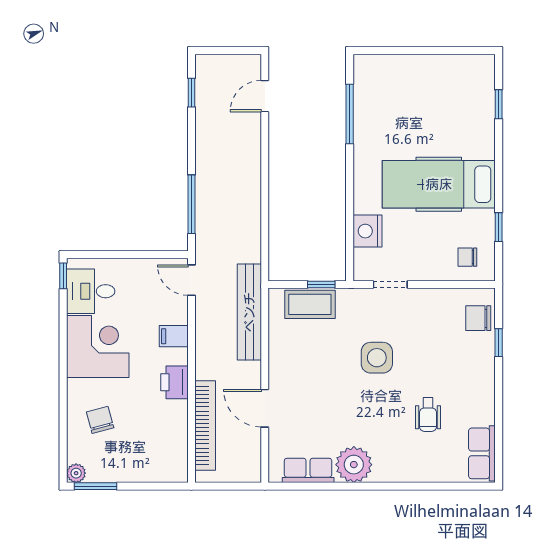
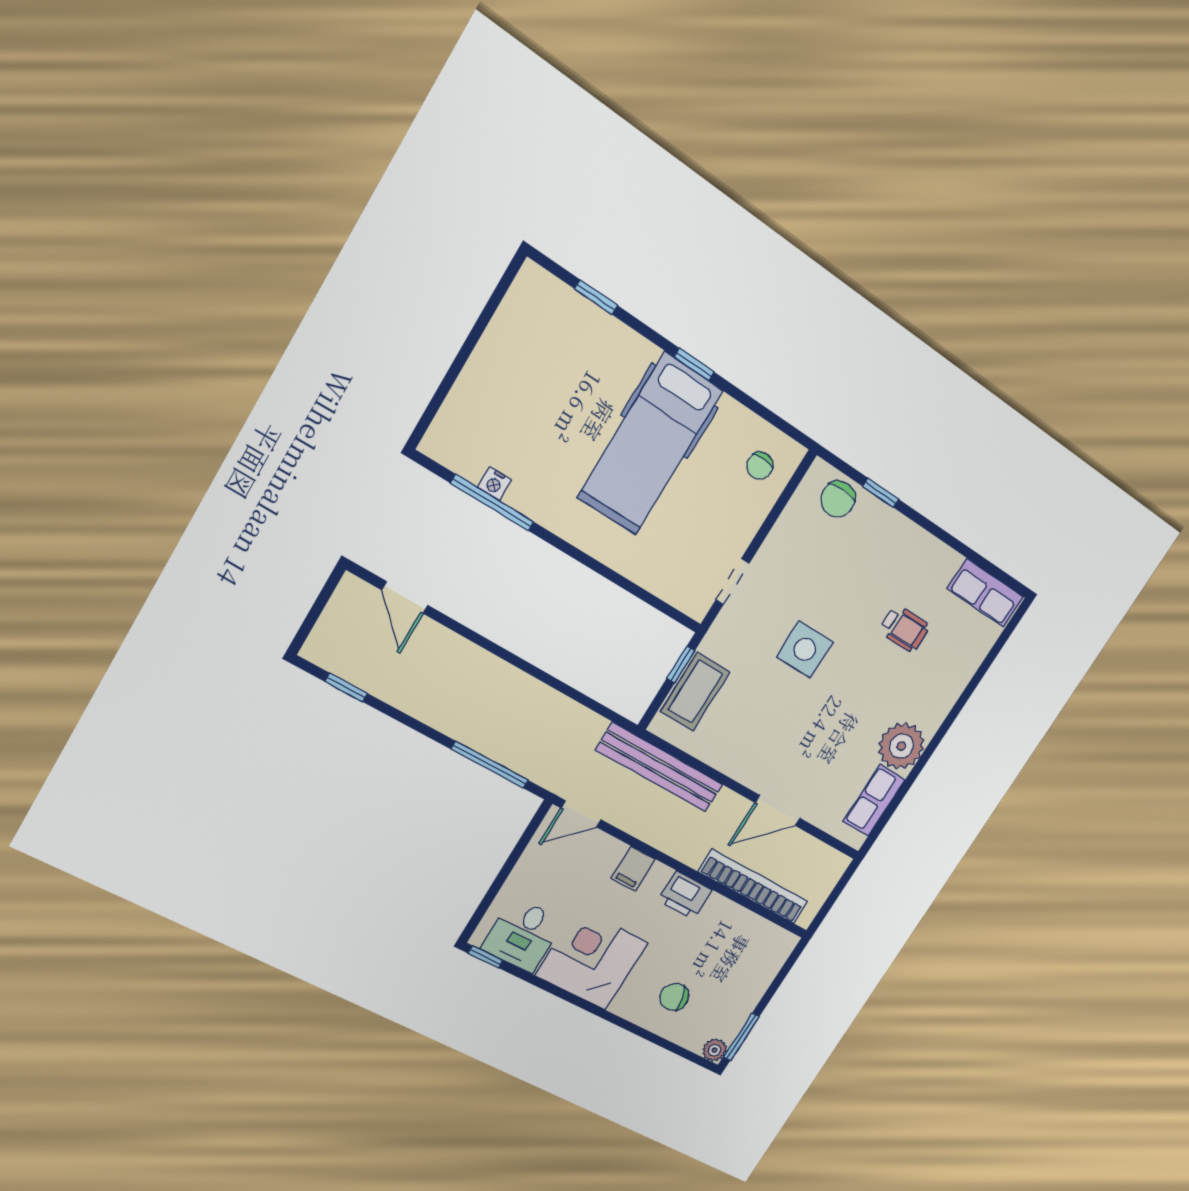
window: (499, 227) -> (694, 364), moved
nightstand: (367, 231) -> (494, 484), moved, width x0.53, depth x0.56

